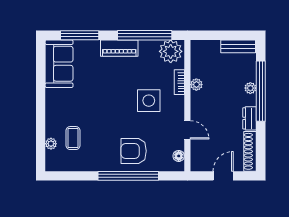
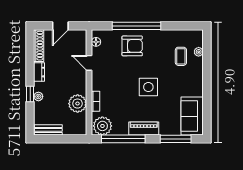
plant: (196, 85) -> (78, 104), width x1.88, depth x1.88
window: (261, 91) -> (30, 94), width x0.32
side table: (149, 101) -> (148, 87), moved

